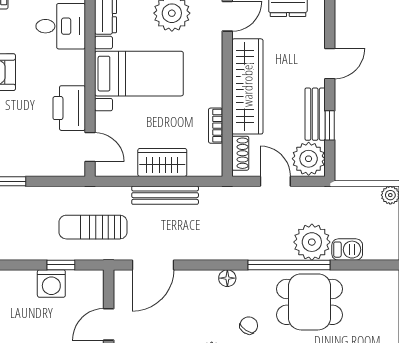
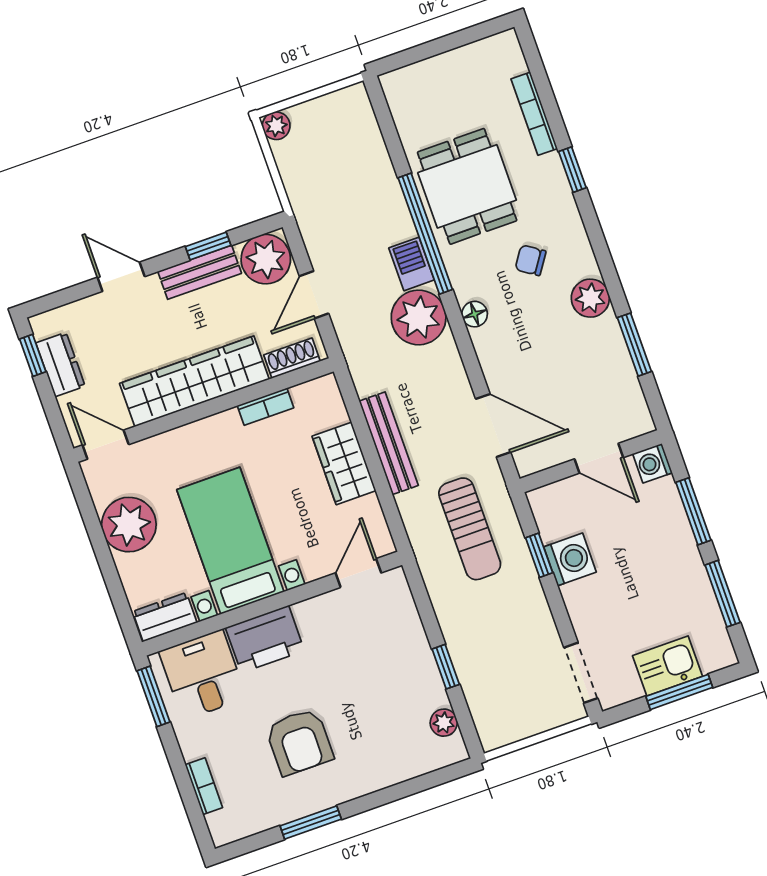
printer: (69, 108) -> (265, 639), moved
plant: (312, 242) -> (419, 317), moved
barbecue: (347, 250) -> (411, 264), moved

